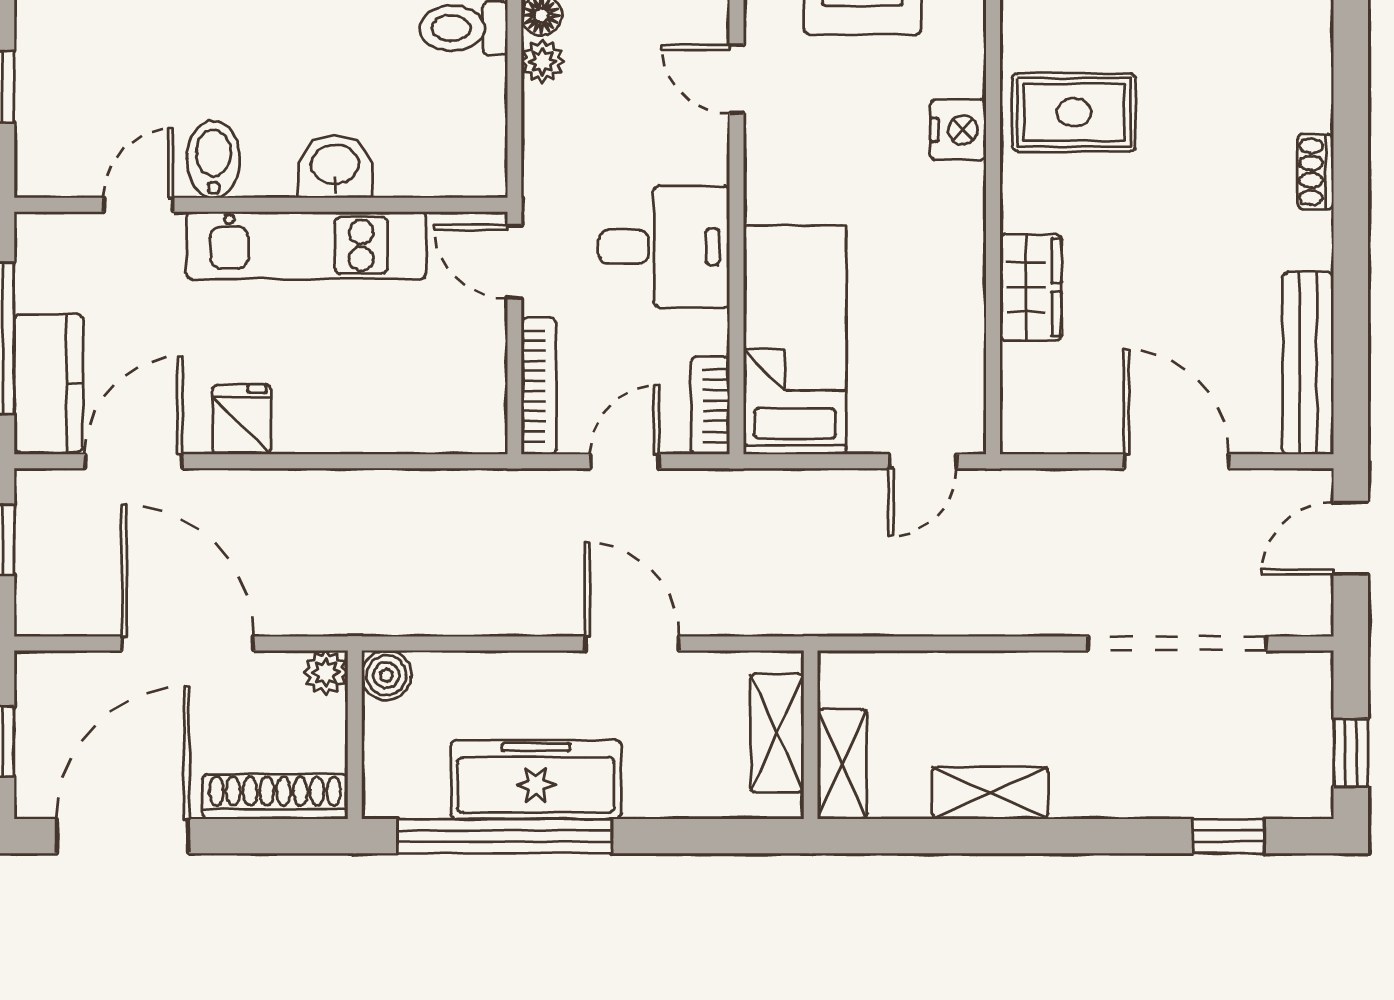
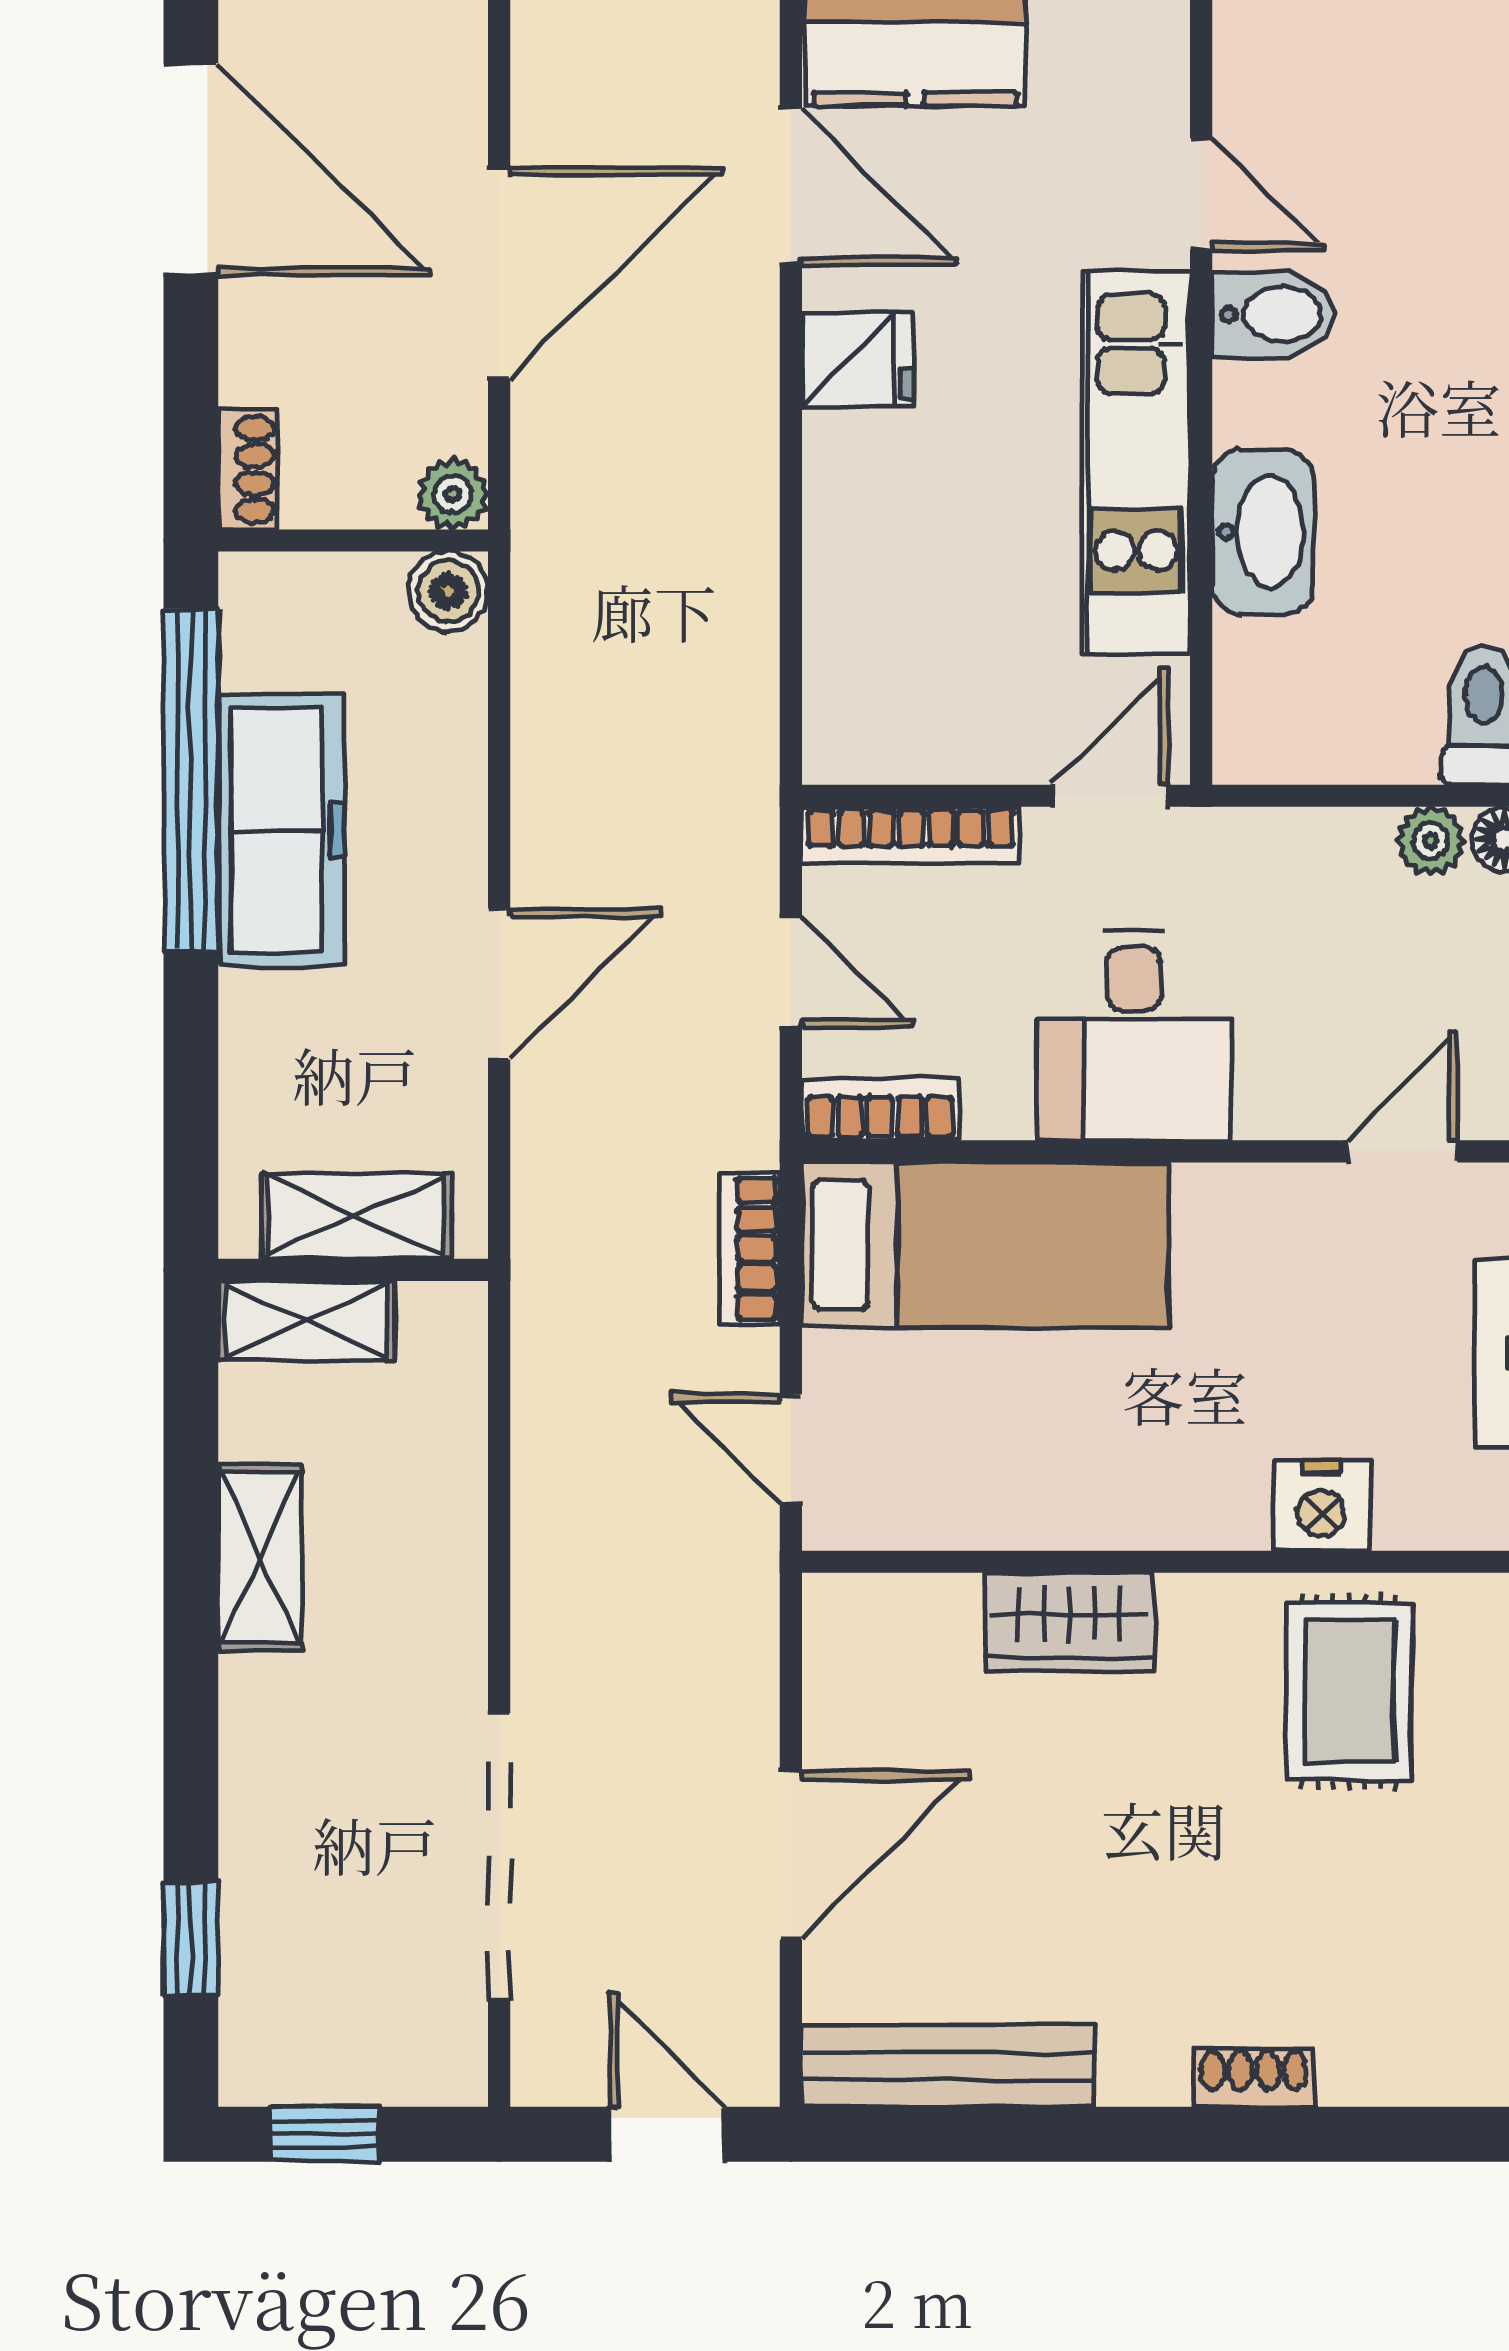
washbasin: (335, 166) -> (1263, 532), width x1.38
bookcase: (797, 487) -> (749, 1249), added
shoe rack: (275, 797) -> (247, 470), width x0.51, depth x0.81

